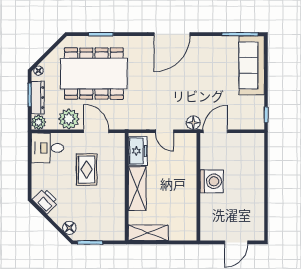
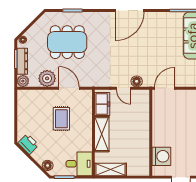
dining table: (94, 74) -> (67, 42), width x0.73, depth x0.80
floor lamp: (193, 123) -> (137, 81), moved
desk: (47, 148) -> (79, 164), moved, turned 180
washing machine: (212, 181) -> (161, 156), moved

